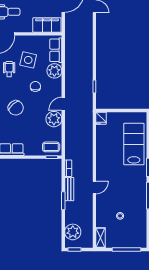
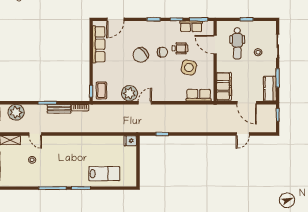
plant: (54, 71) -> (178, 94), removed
chair: (35, 86) -> (162, 52), moved
door: (63, 104) -> (145, 103), hinge flipped
lab bench: (134, 144) -> (104, 174), width x0.73, depth x0.72
door: (94, 187) -> (35, 134), moved

